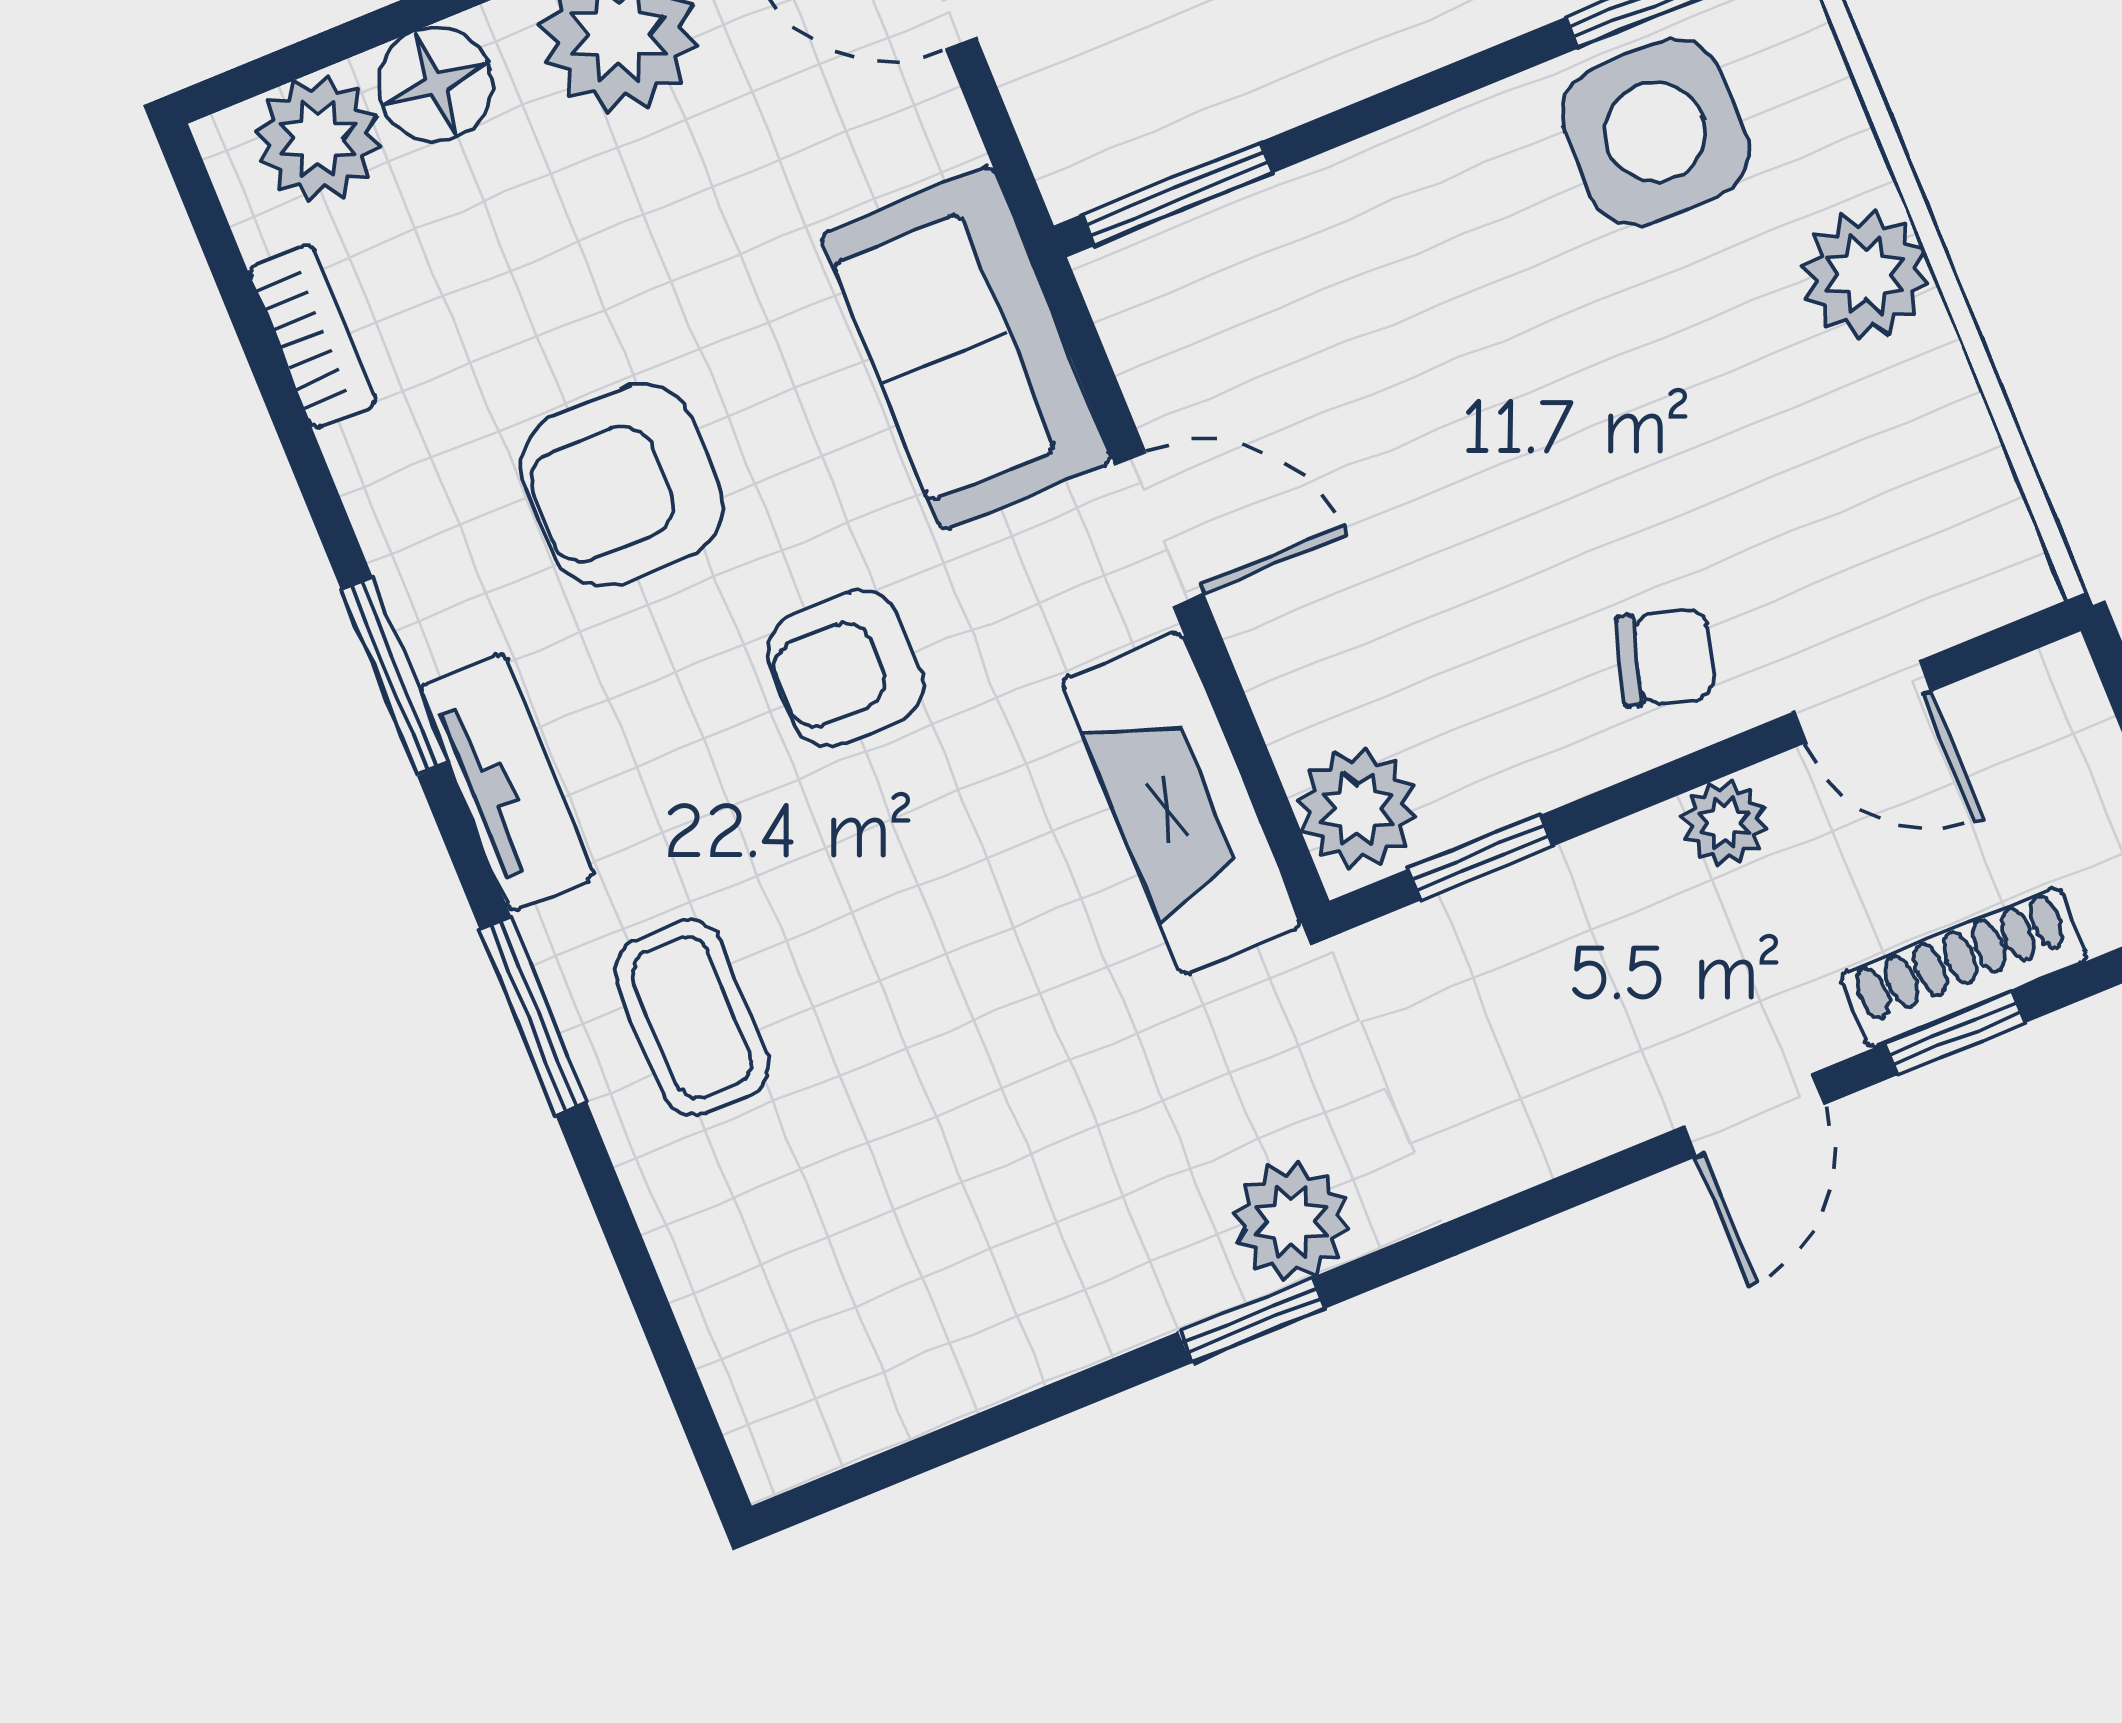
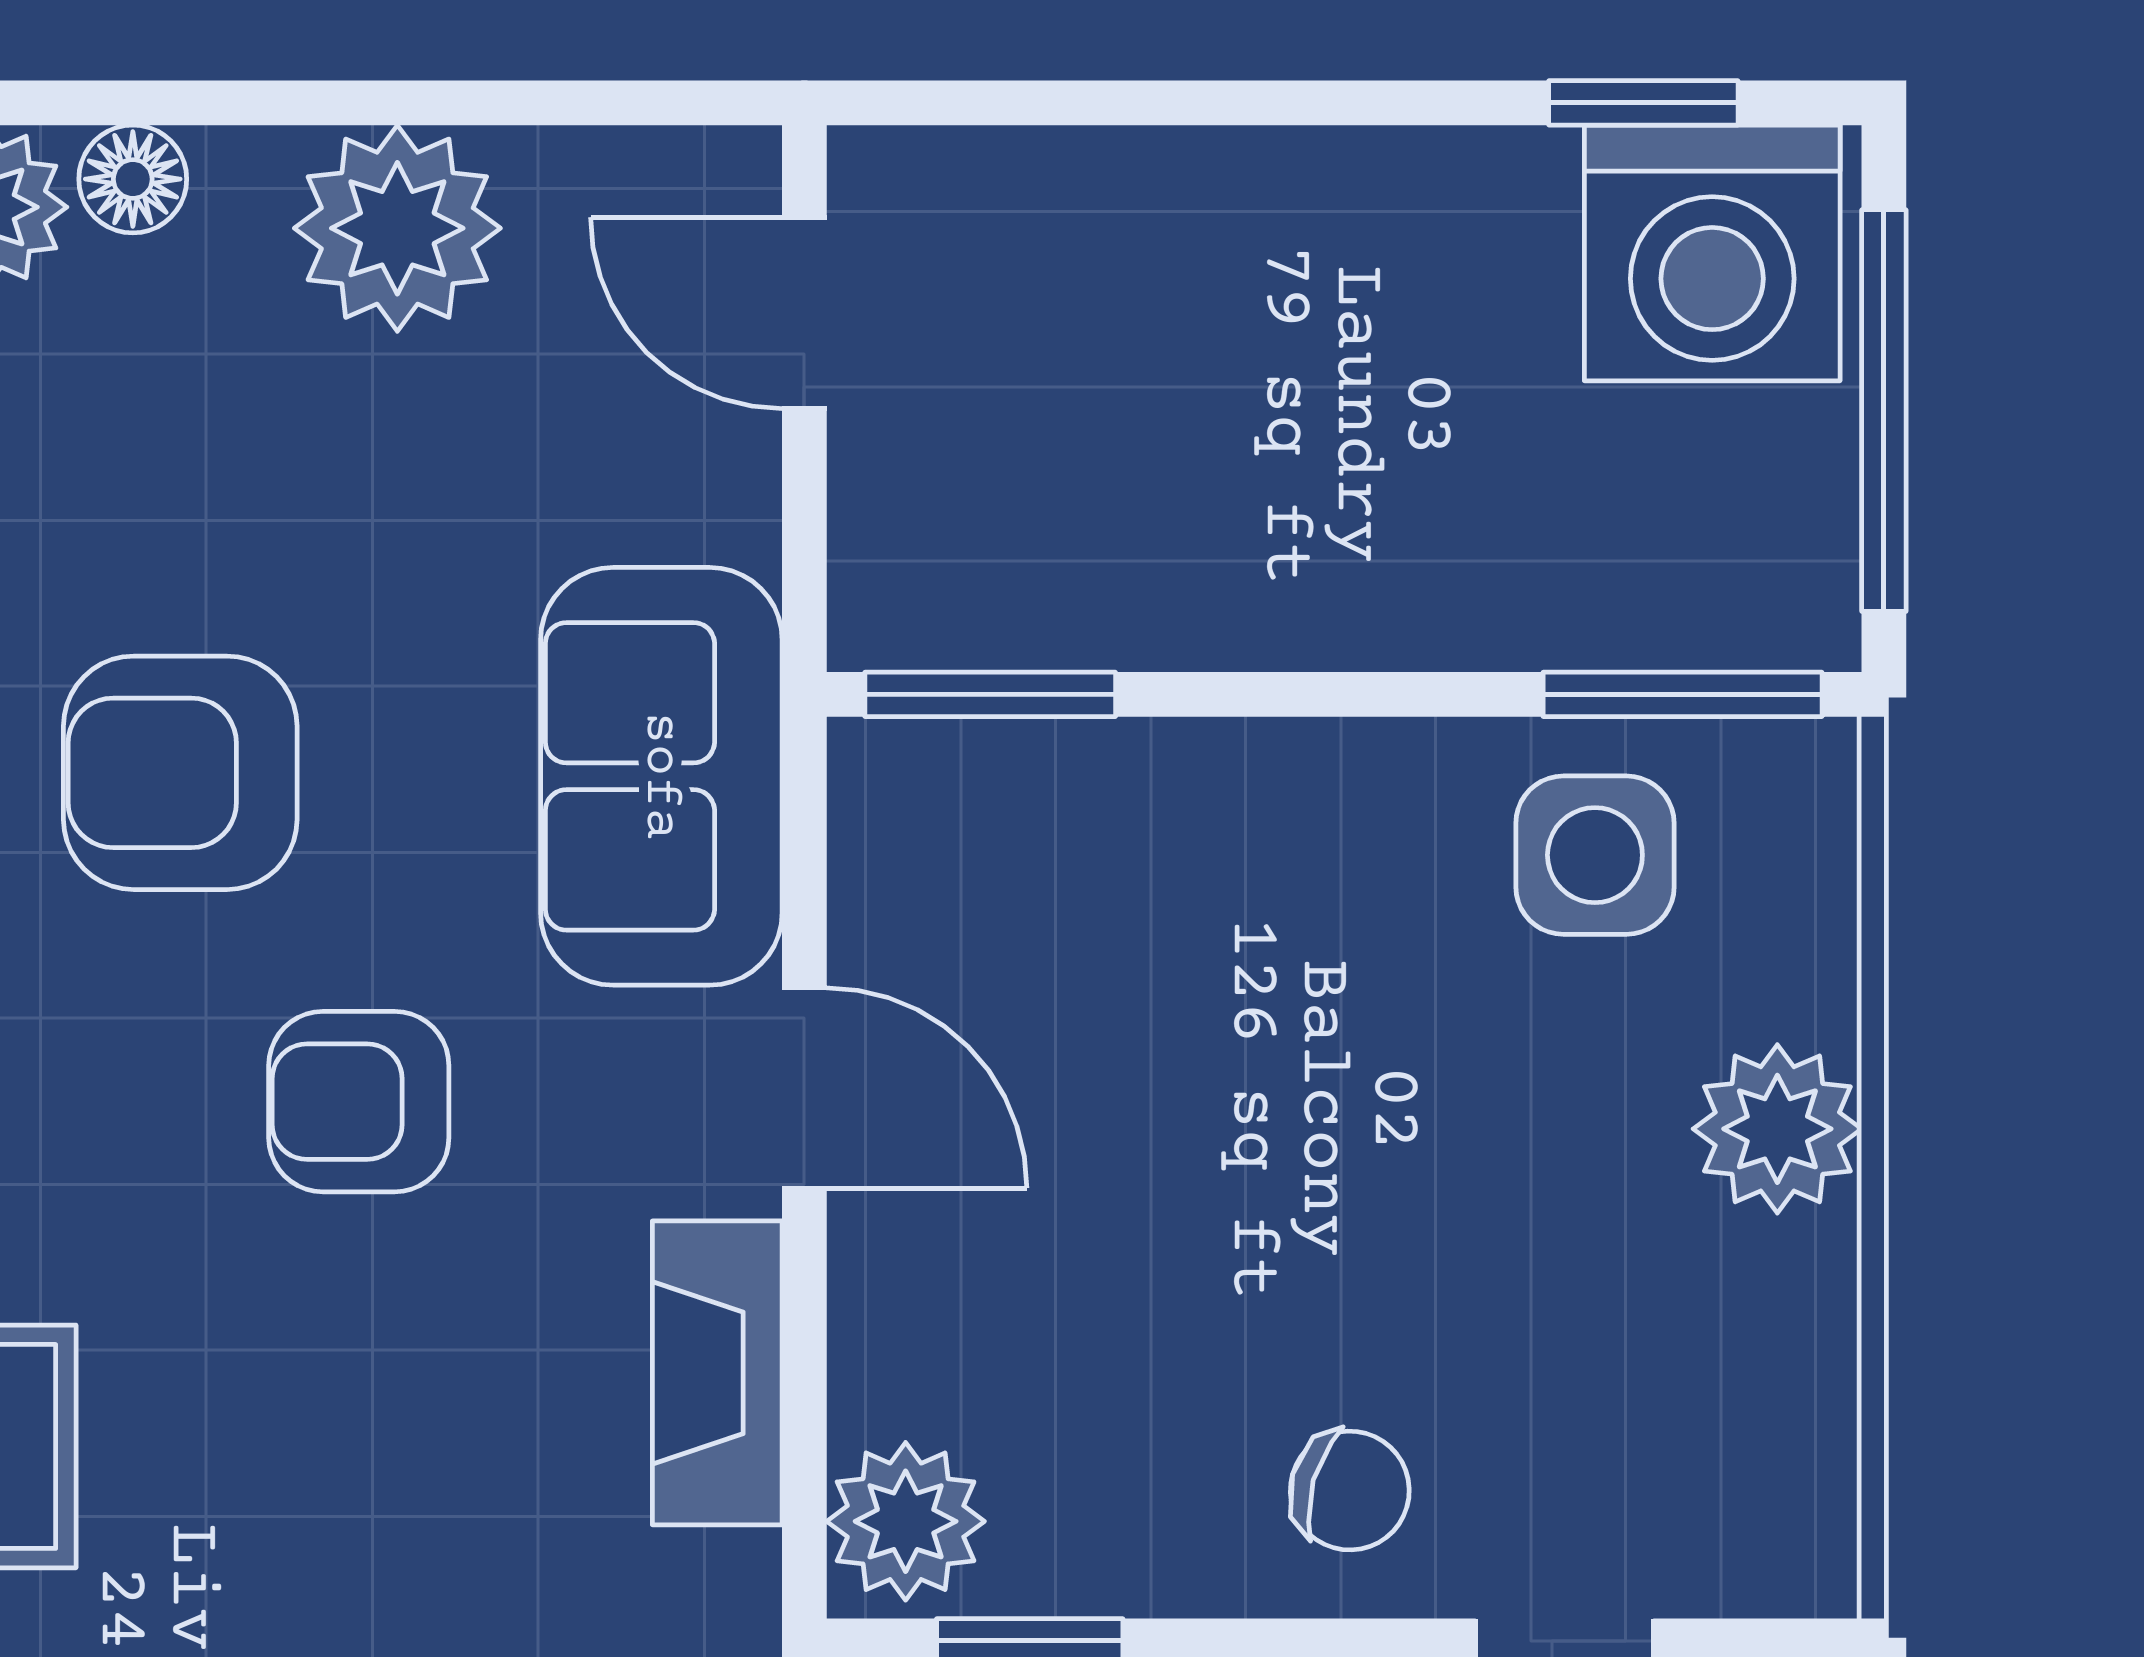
floor lamp: (435, 84) -> (133, 179), width x0.73, depth x0.73
side table: (1655, 132) -> (1595, 855), width x0.73, depth x0.73
fireplace: (1181, 803) -> (717, 1373), width x0.73, depth x0.76

